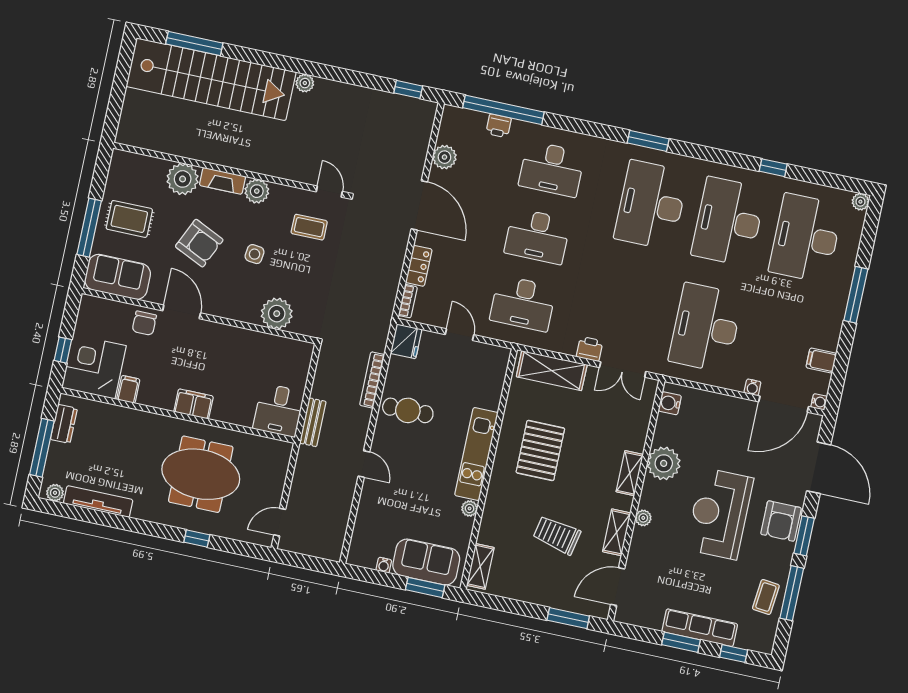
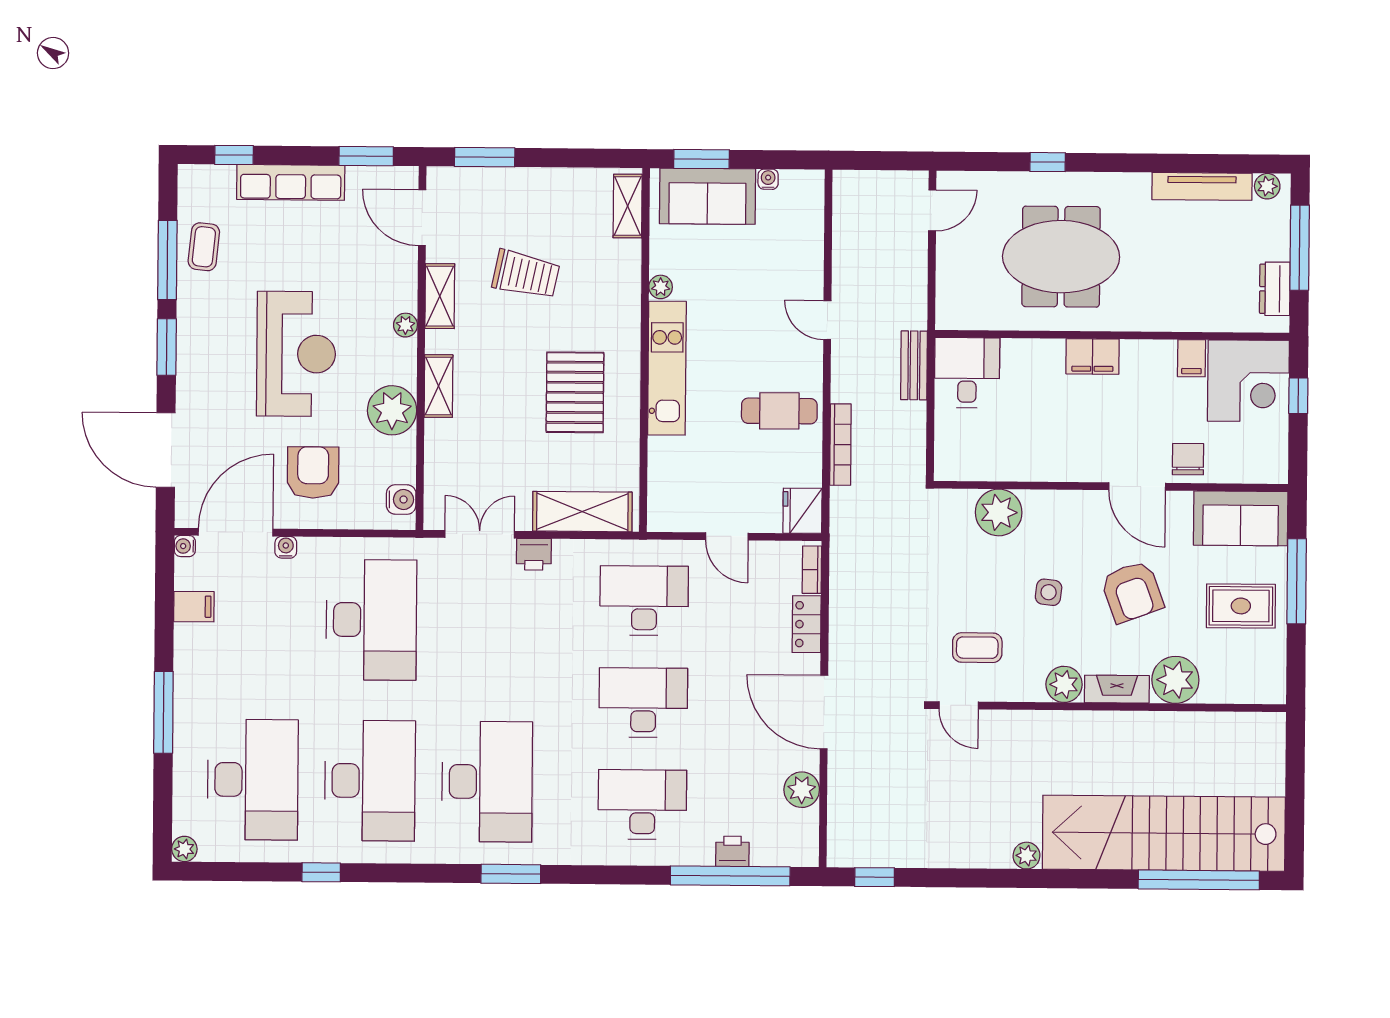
window: (194, 44) -> (1199, 880), width x1.46
armchair: (199, 243) -> (1132, 592), turned -135
armchair: (781, 521) -> (313, 472), moved
door: (618, 587) -> (422, 218), swing flipped
window: (681, 642) -> (366, 156), moved

